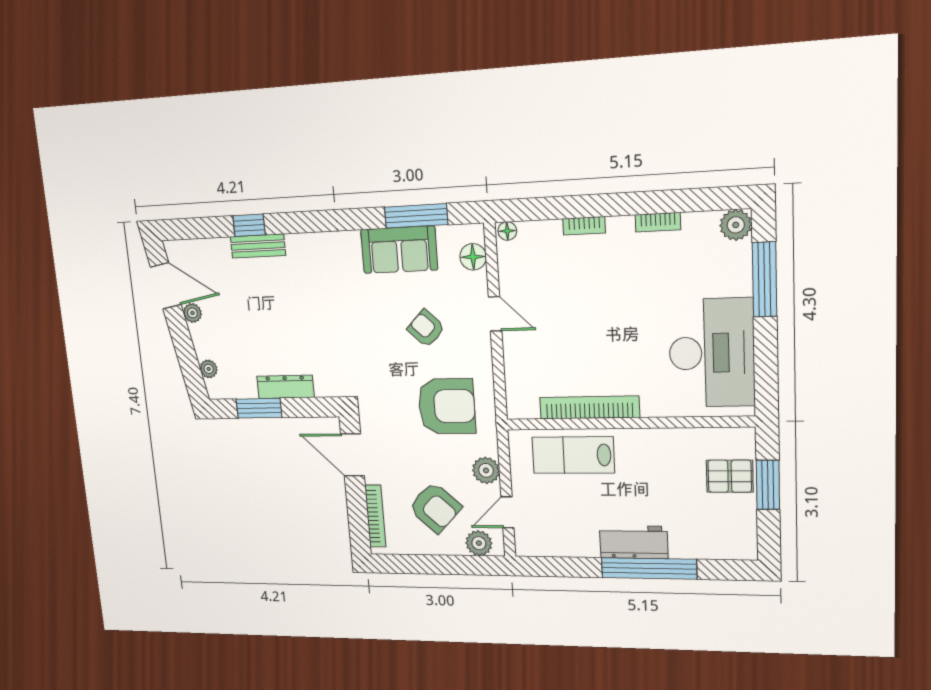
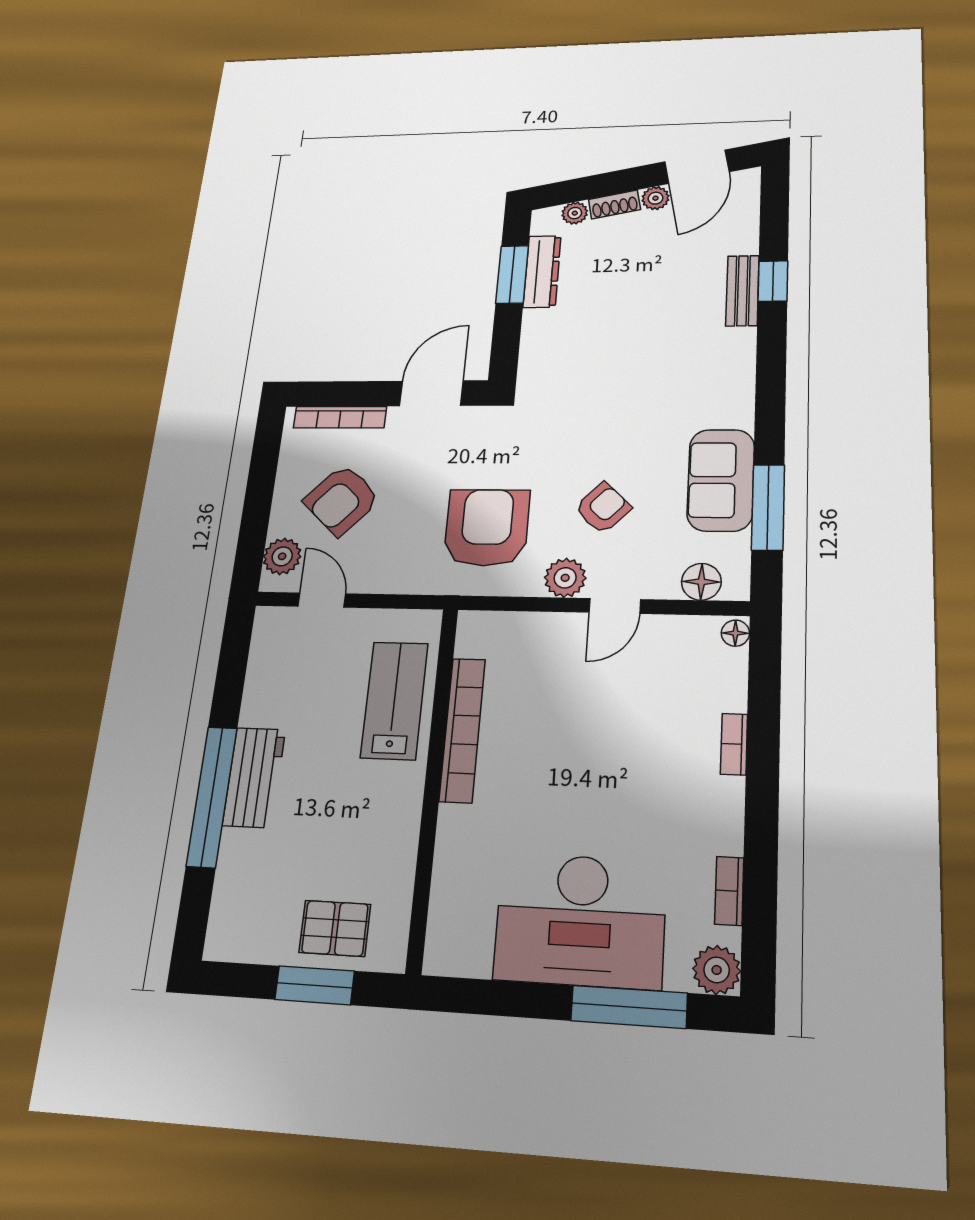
bookcase: (658, 222) -> (729, 891), moved
shoe rack: (200, 341) -> (614, 204), added
desk: (712, 353) -> (580, 920), moved
dresser: (285, 387) -> (542, 271), moved
armchair: (447, 406) -> (487, 528), turned 180
plant: (486, 470) -> (565, 578), moved
pallet: (730, 476) -> (335, 928), turned 90

